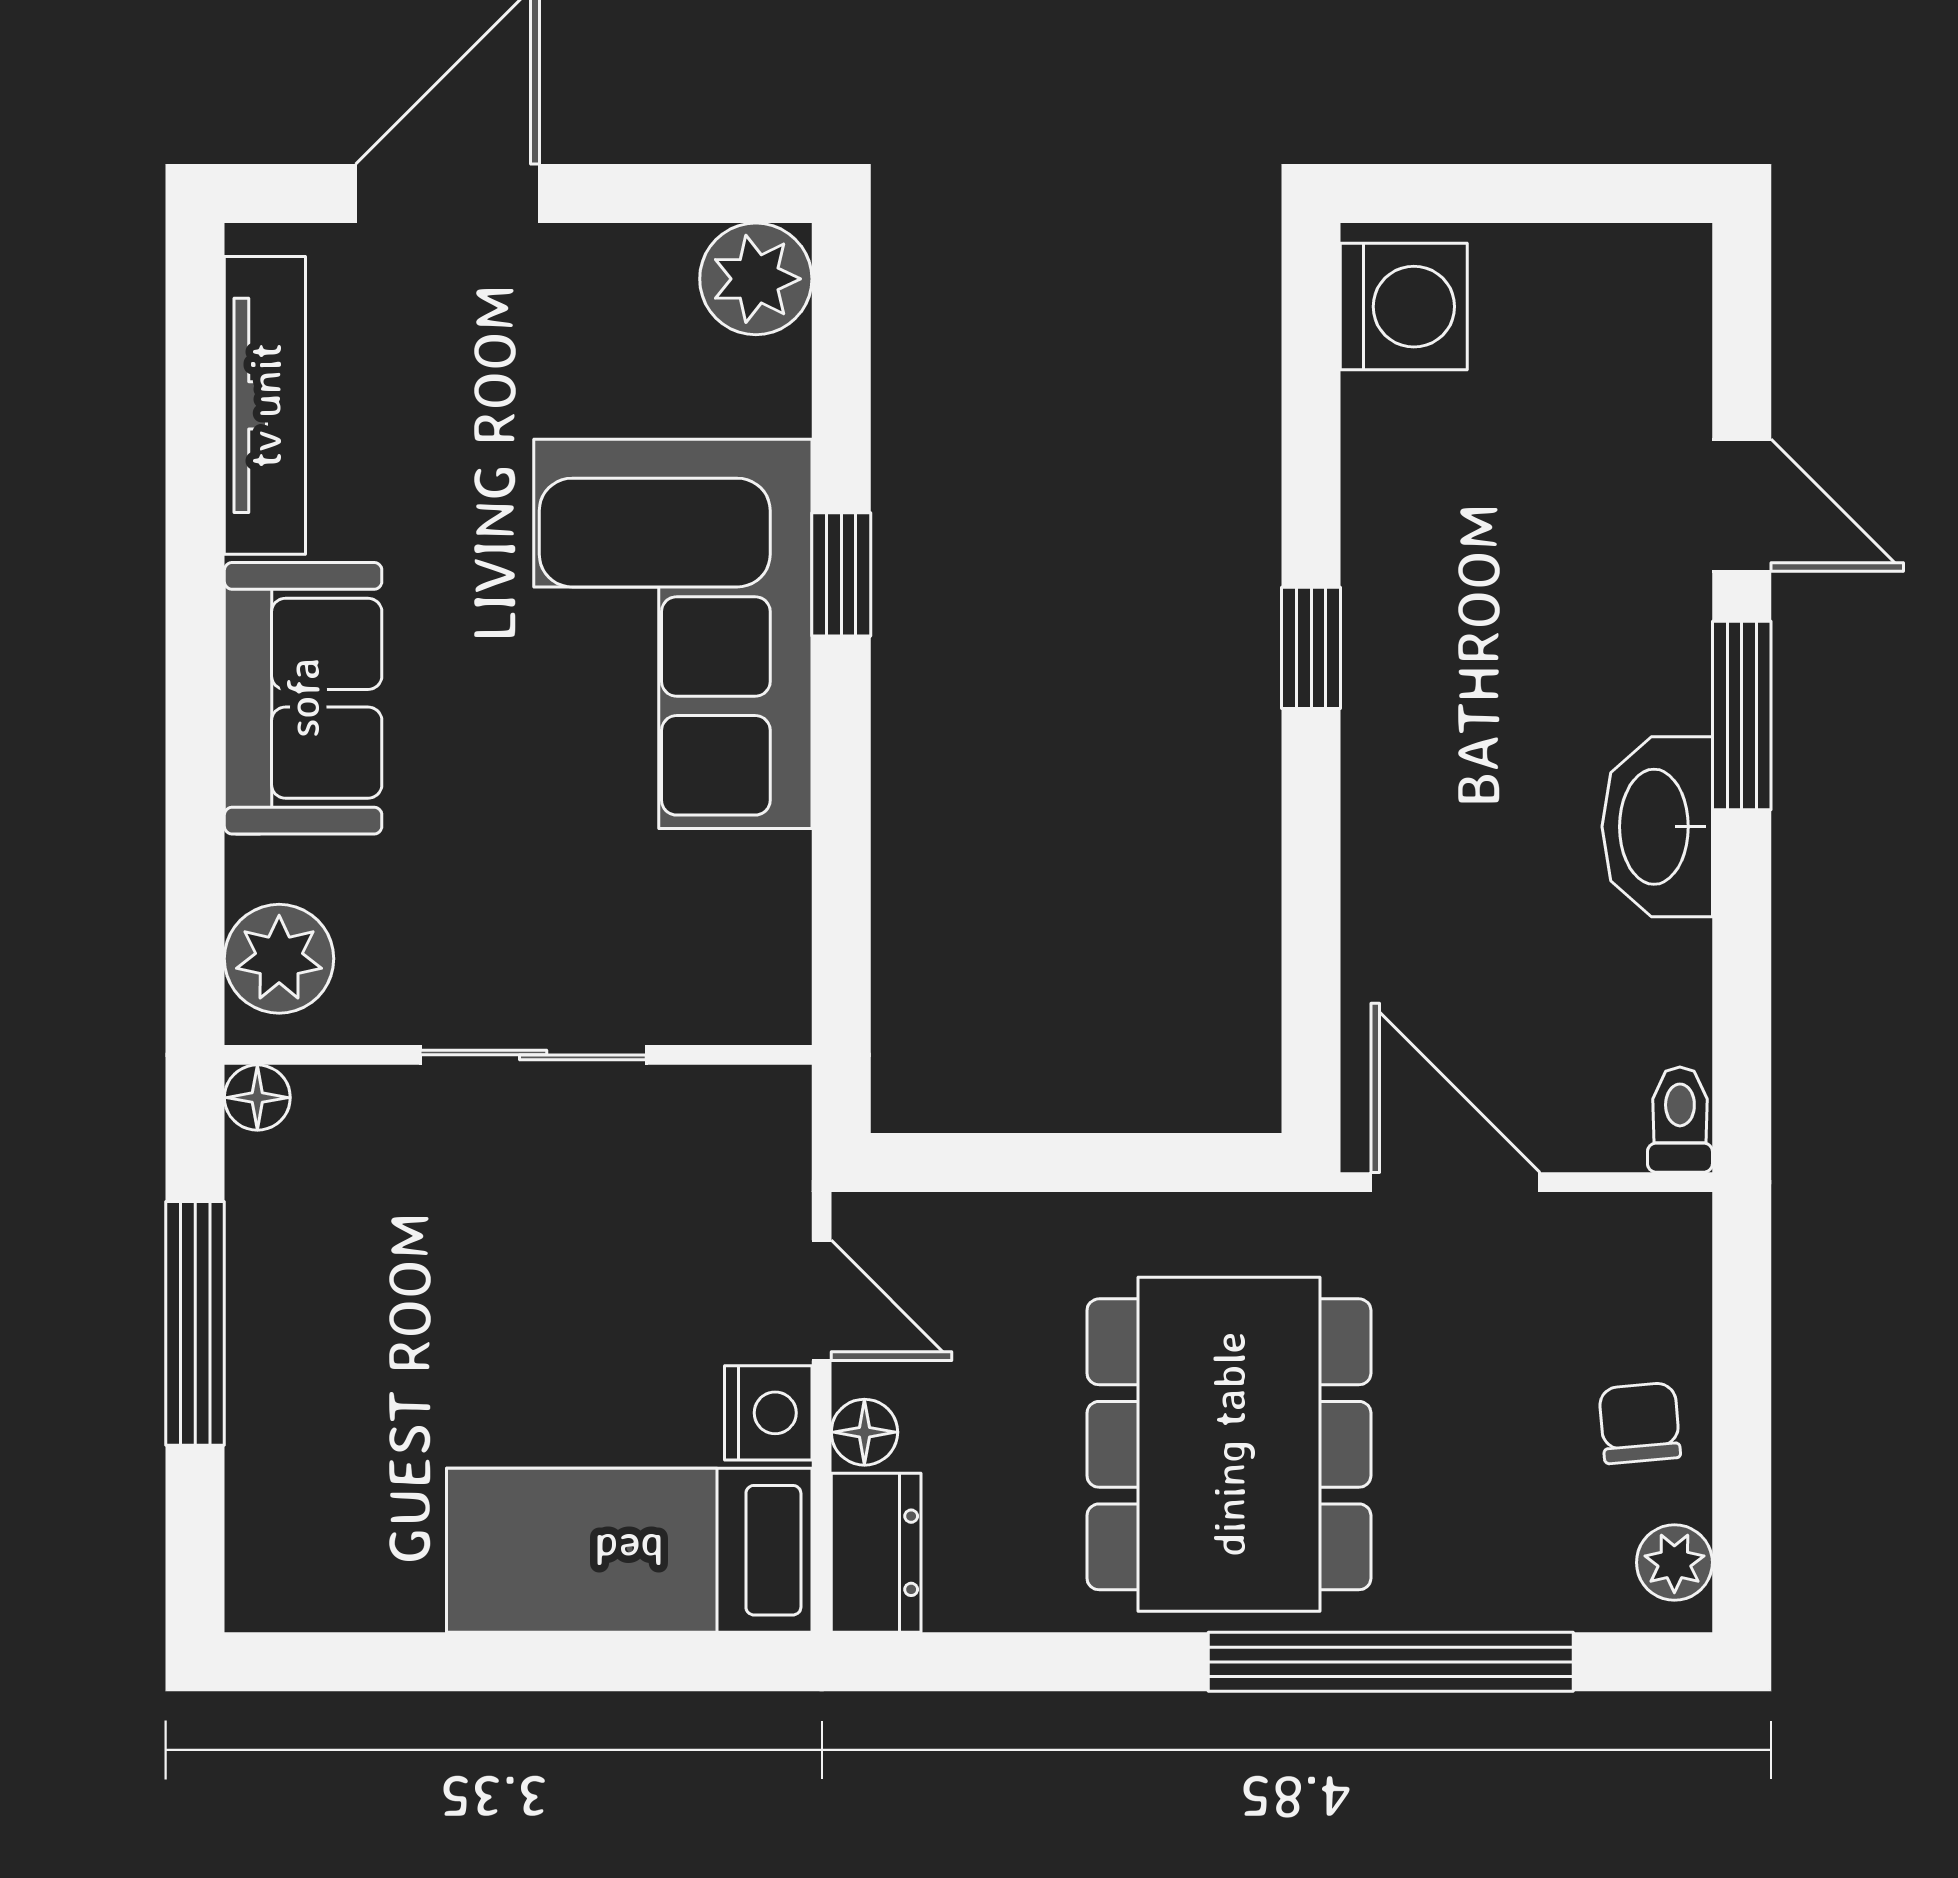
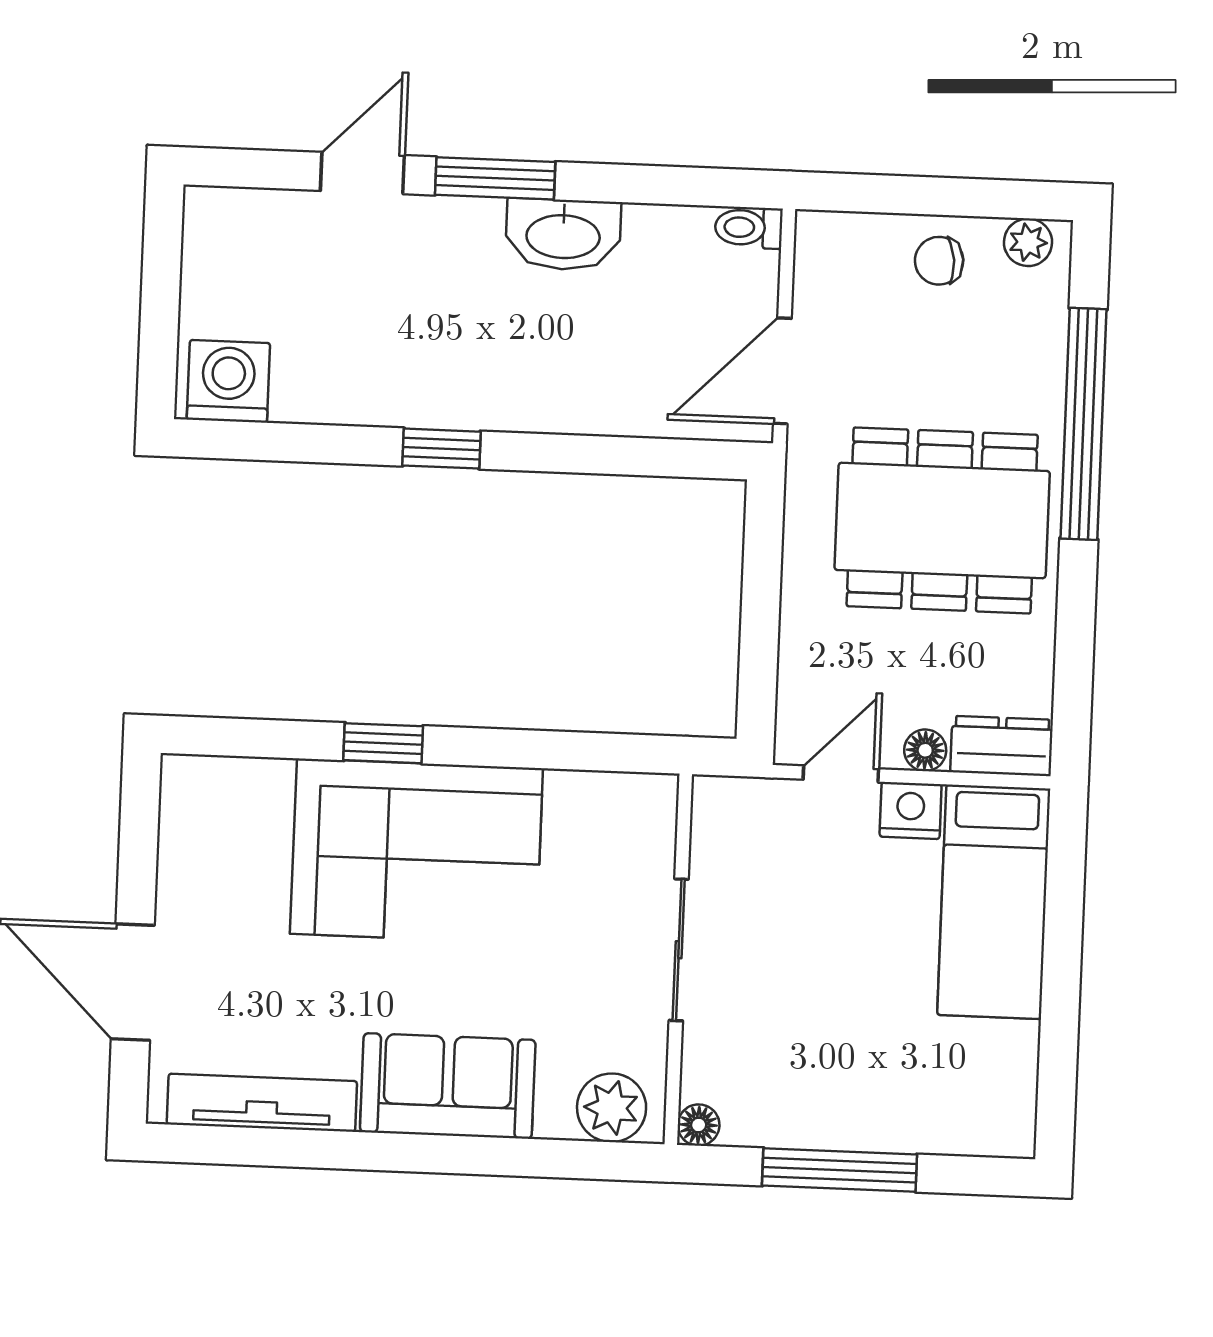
plant: (756, 279) -> (194, 790), removed

